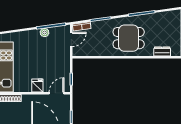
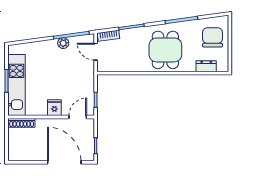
chair: (167, 28) -> (213, 37), added
dining table: (129, 38) -> (165, 50), turned 90
door: (71, 39) -> (96, 52), swing flipped

